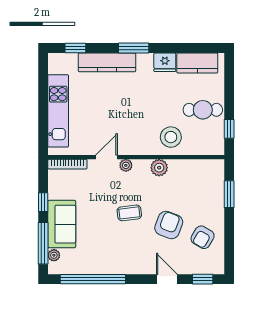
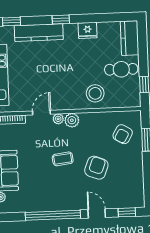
window: (134, 48) -> (61, 20), width x0.67
kitchen counter: (197, 63) -> (130, 38), moved, turned 90
plant: (159, 168) -> (72, 120), moved
armchair: (203, 237) -> (123, 134), moved
window: (93, 279) -> (53, 215), moved

